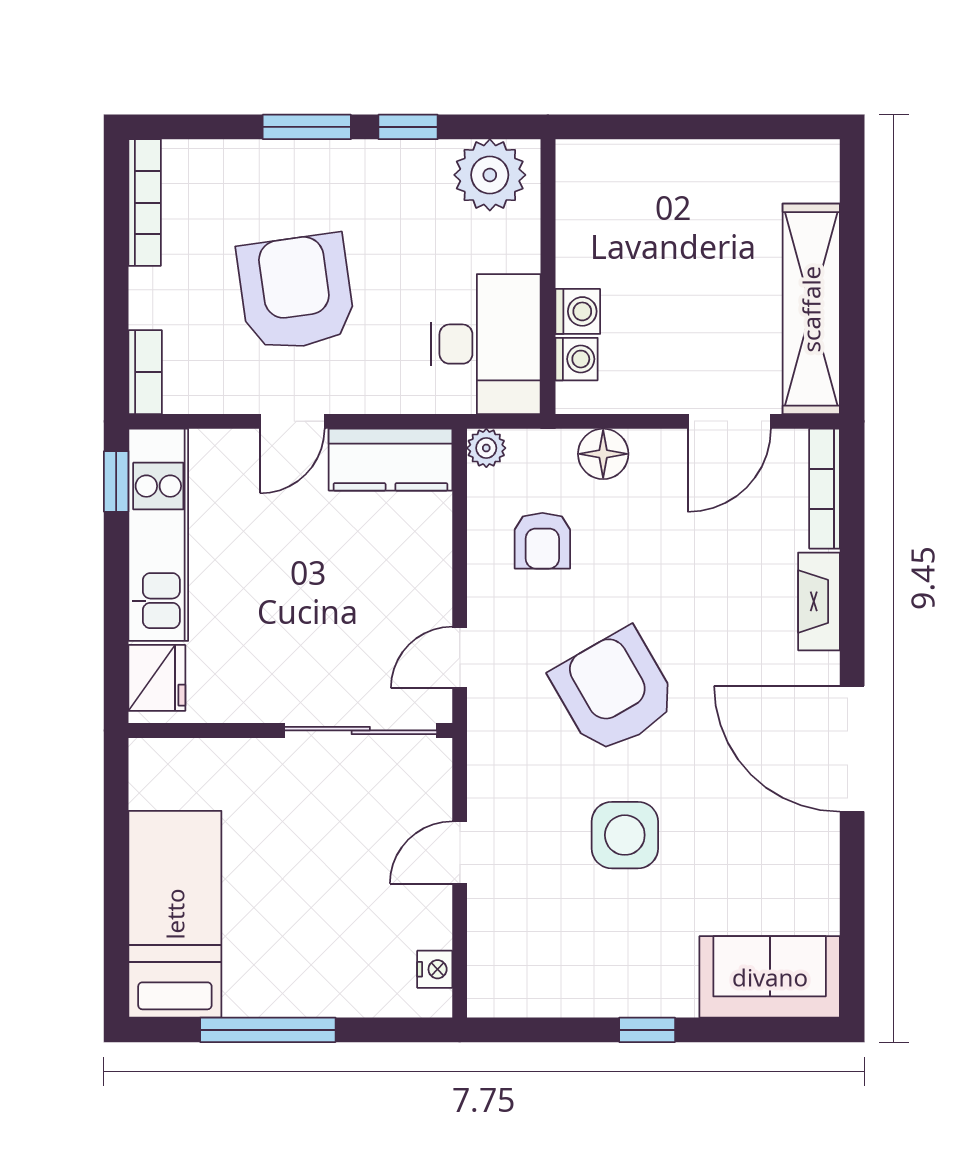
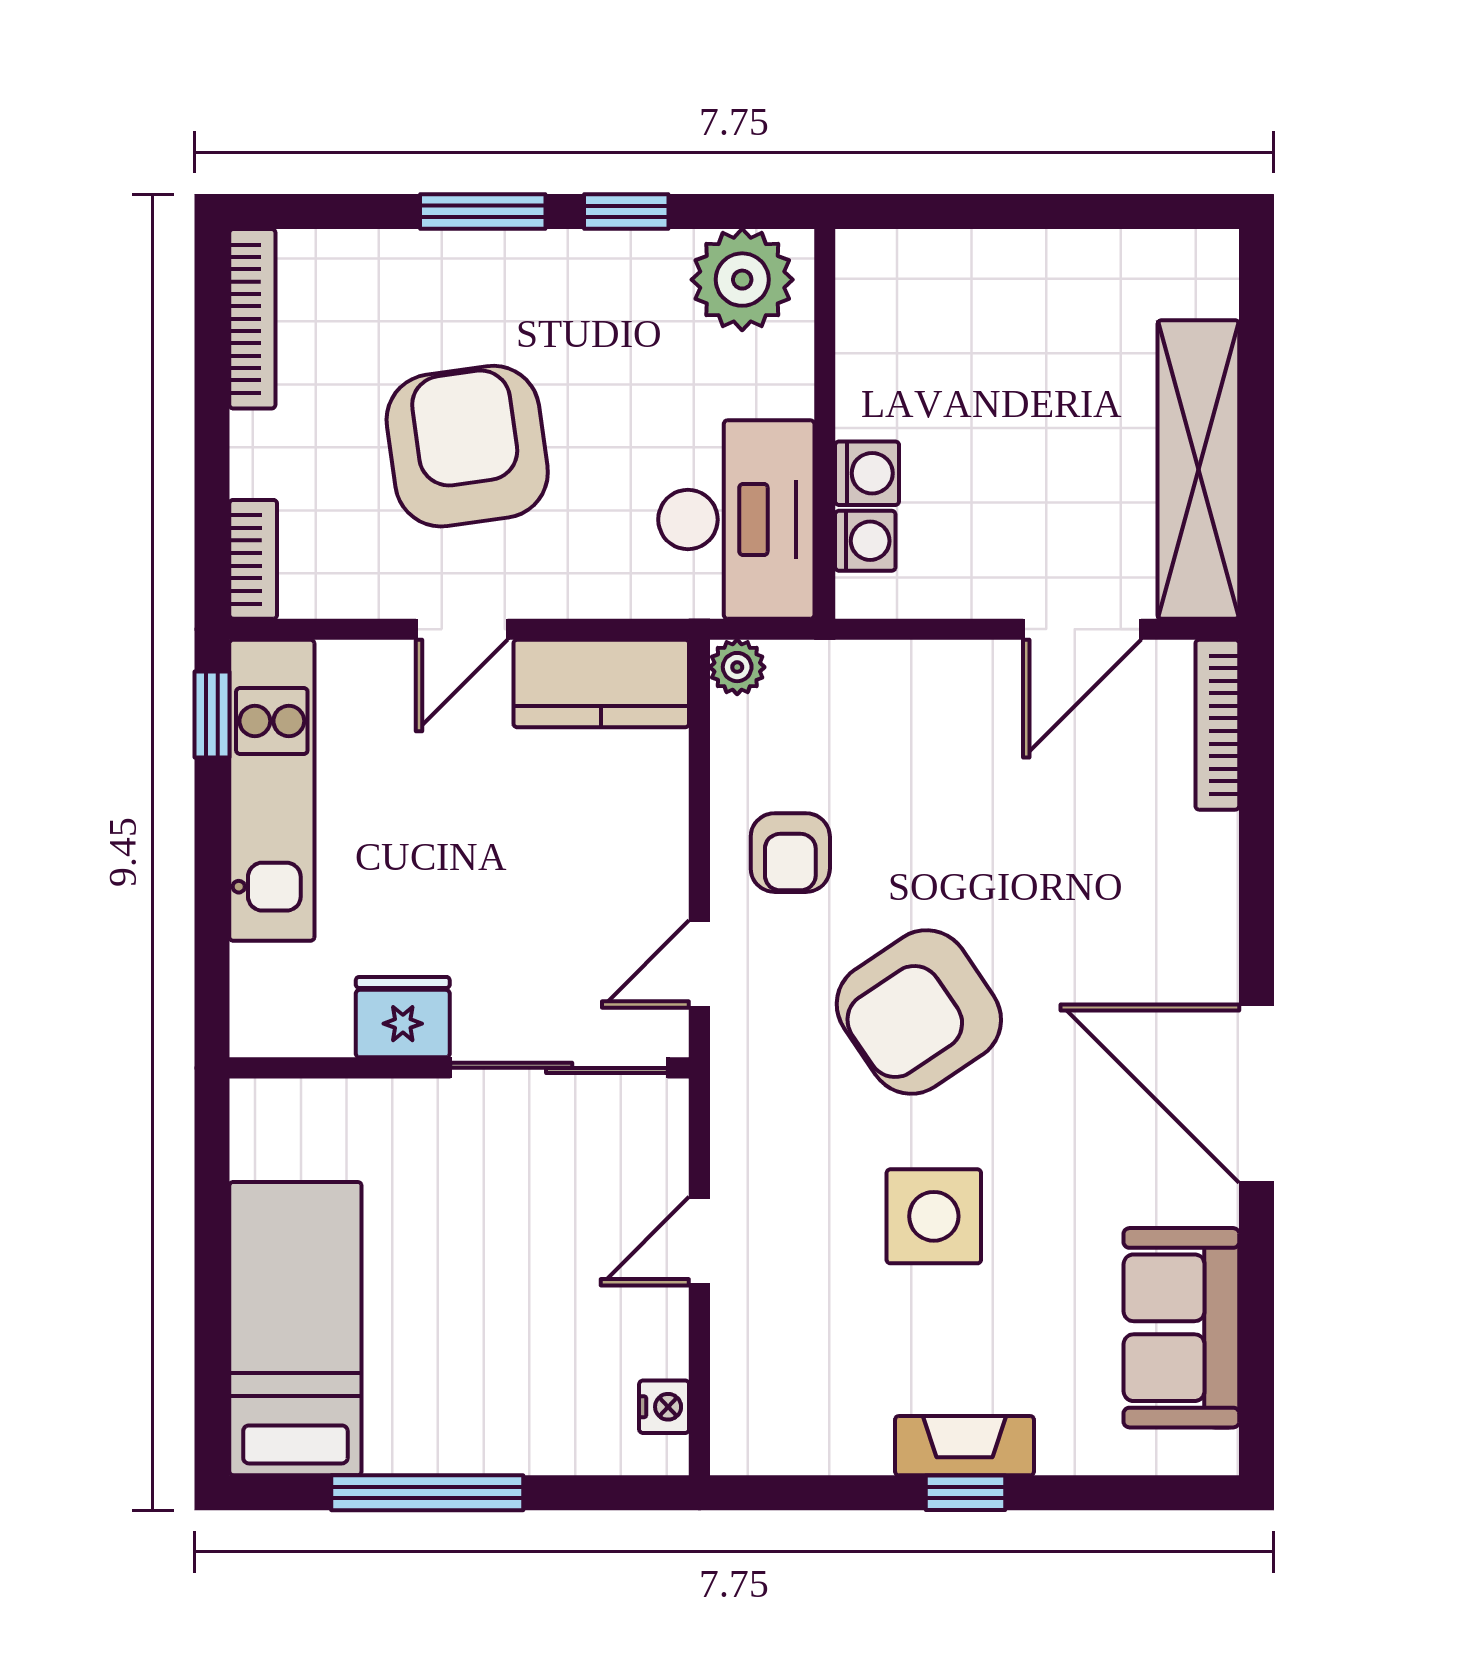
floor lamp: (603, 454) -> (903, 675), removed
armchair: (542, 541) -> (790, 853), moved
fireplace: (819, 601) -> (964, 1446), moved, turned 90
fridge: (157, 678) -> (403, 1017), moved, turned -90
armchair: (614, 691) -> (919, 1012), turned -94
sofa: (770, 977) -> (1181, 1328), moved, turned -90

